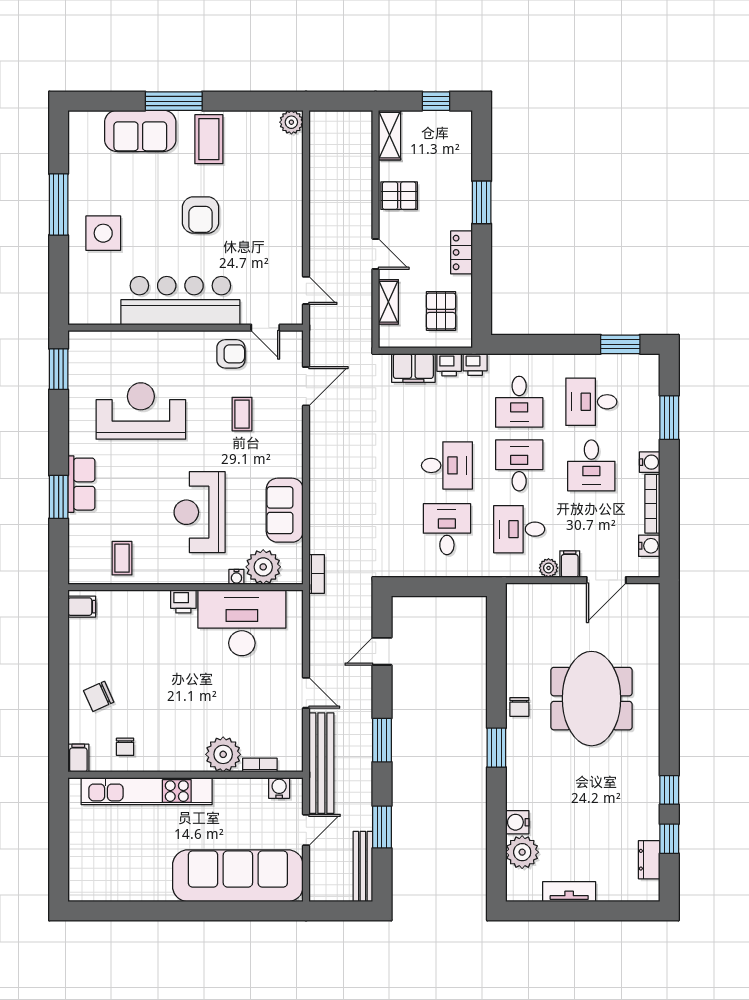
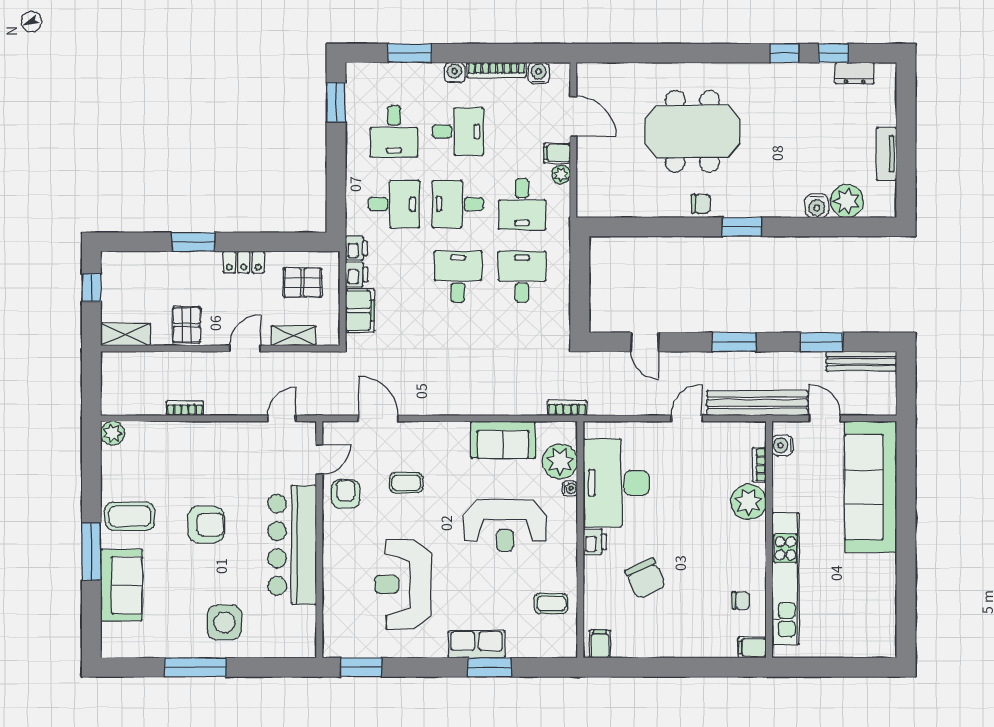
bookcase: (316, 194) -> (185, 408), added
desk: (447, 529) -> (522, 277), turned 90
chair: (99, 696) -> (645, 578), moved, width x1.37, depth x1.37

